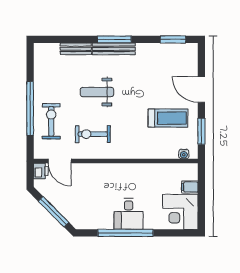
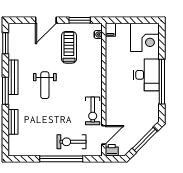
bench: (114, 49) -> (13, 77), moved
weight bench: (97, 92) -> (45, 85), moved
exercise bike: (93, 134) -> (93, 111), moved
filing cabinet: (190, 187) -> (110, 30), moved
desk: (129, 214) -> (146, 75), width x1.37

